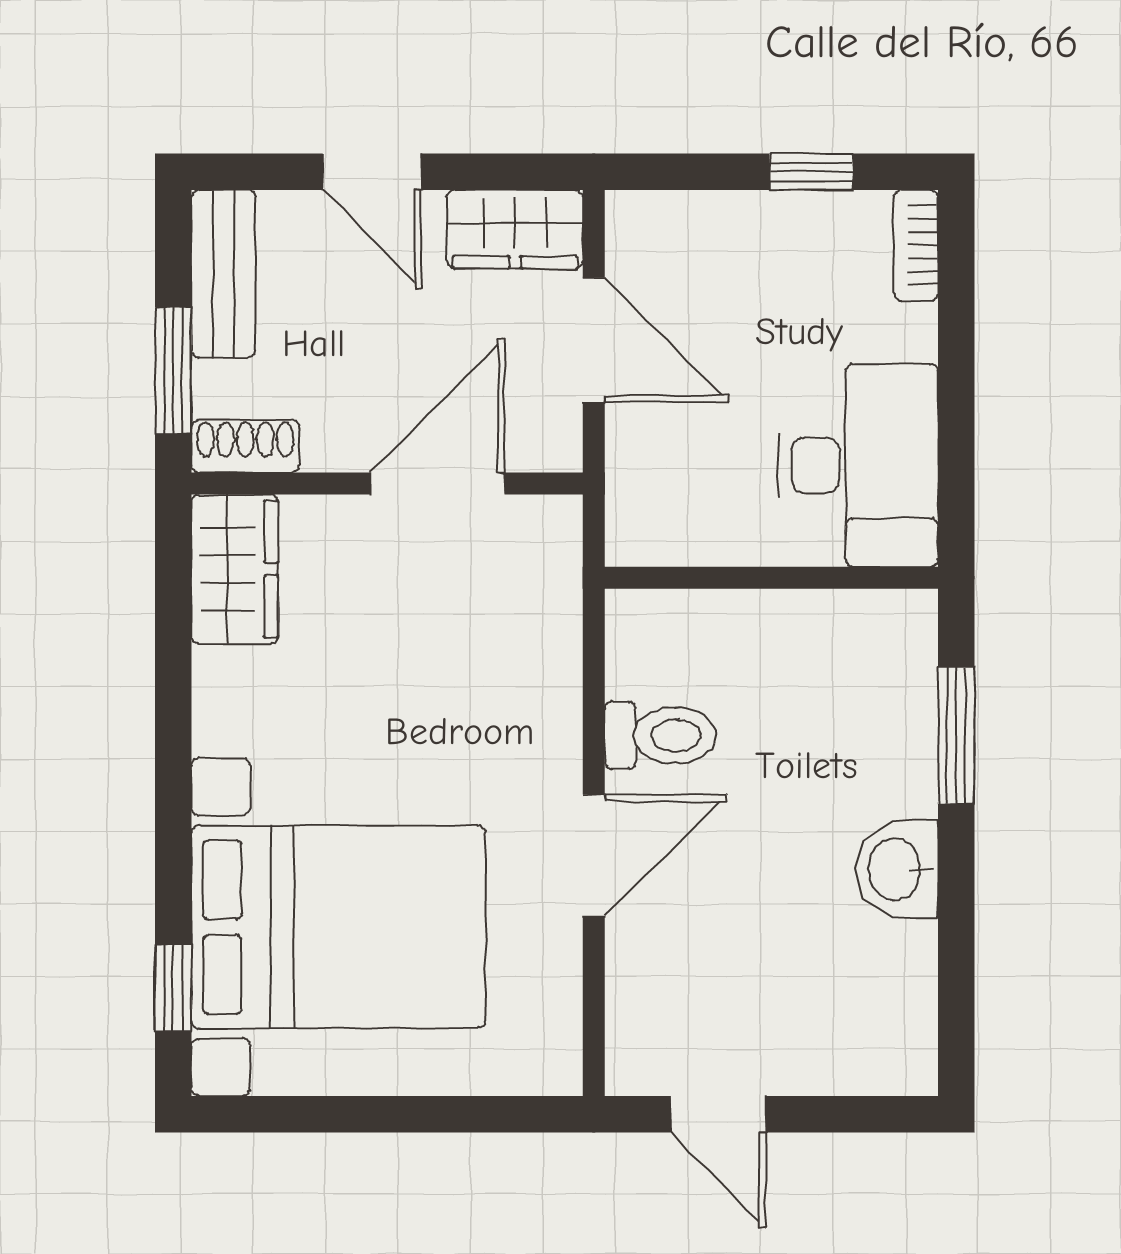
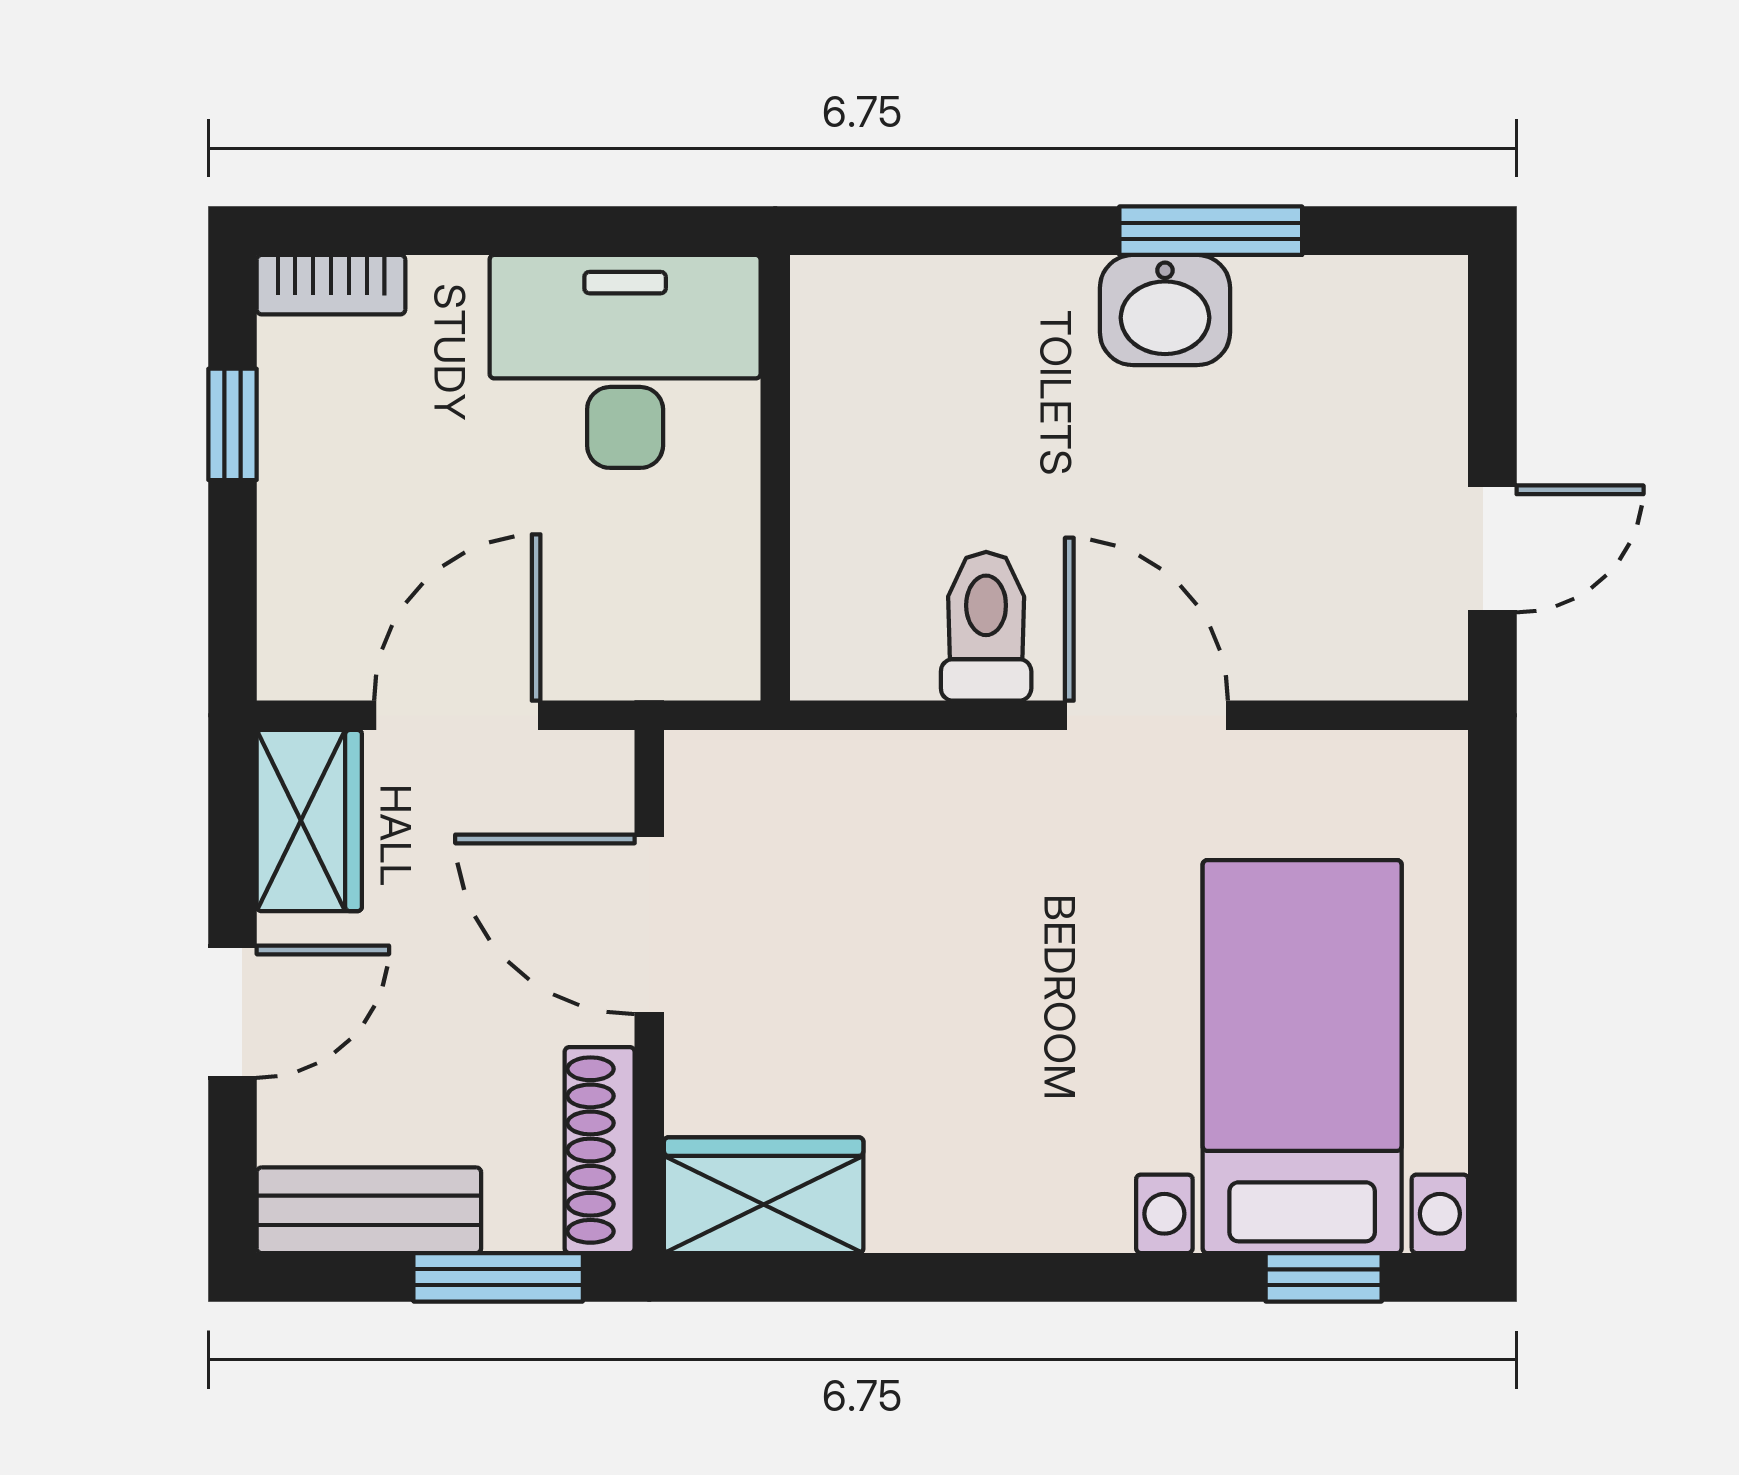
shoe rack: (245, 446) -> (600, 1150), width x1.43
window: (956, 735) -> (1211, 231), moved
bed with nightstands: (338, 927) -> (1302, 1057), width x0.73

